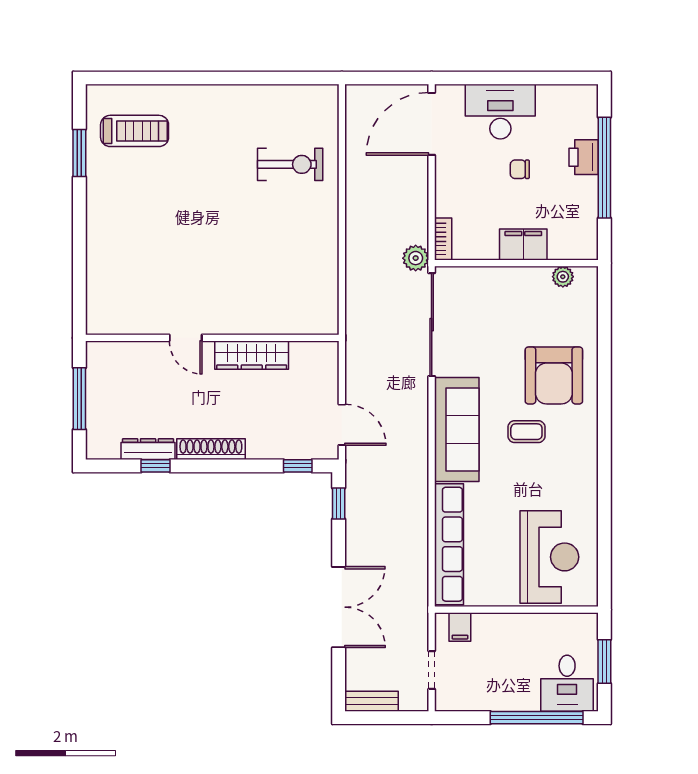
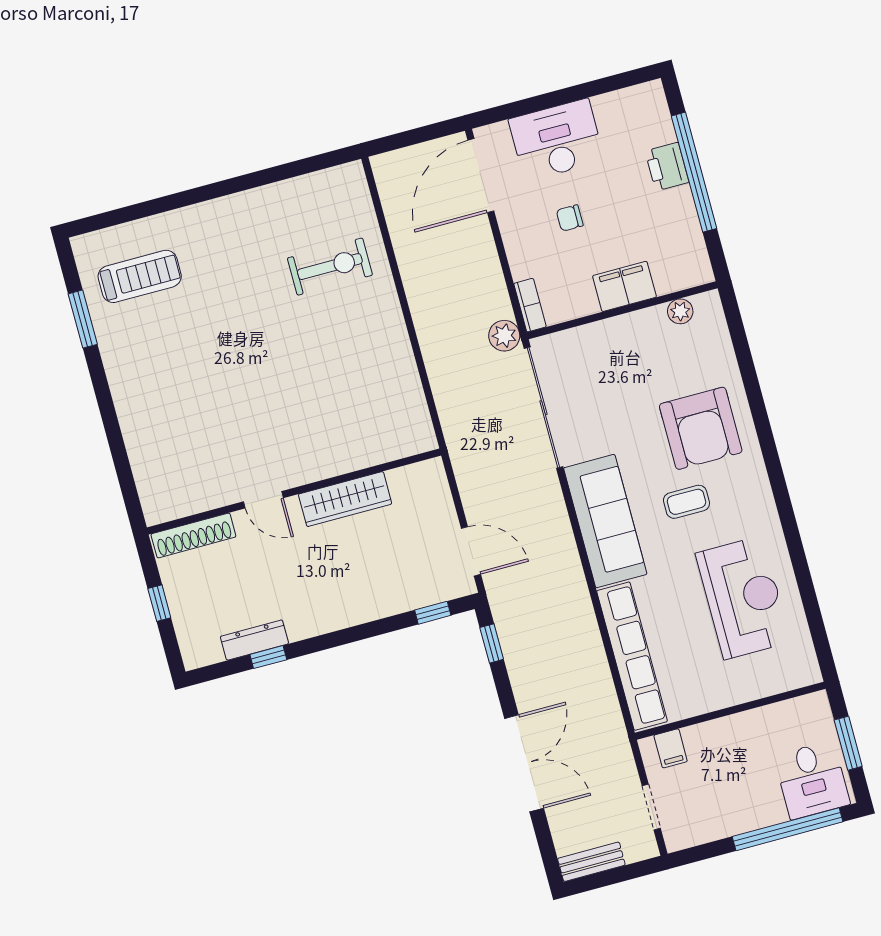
chair: (520, 169) -> (570, 218), moved
window: (79, 399) -> (159, 603), width x0.46
shoe rack: (211, 449) -> (193, 535), moved, turned 180
reception desk: (549, 557) -> (743, 598), moved

